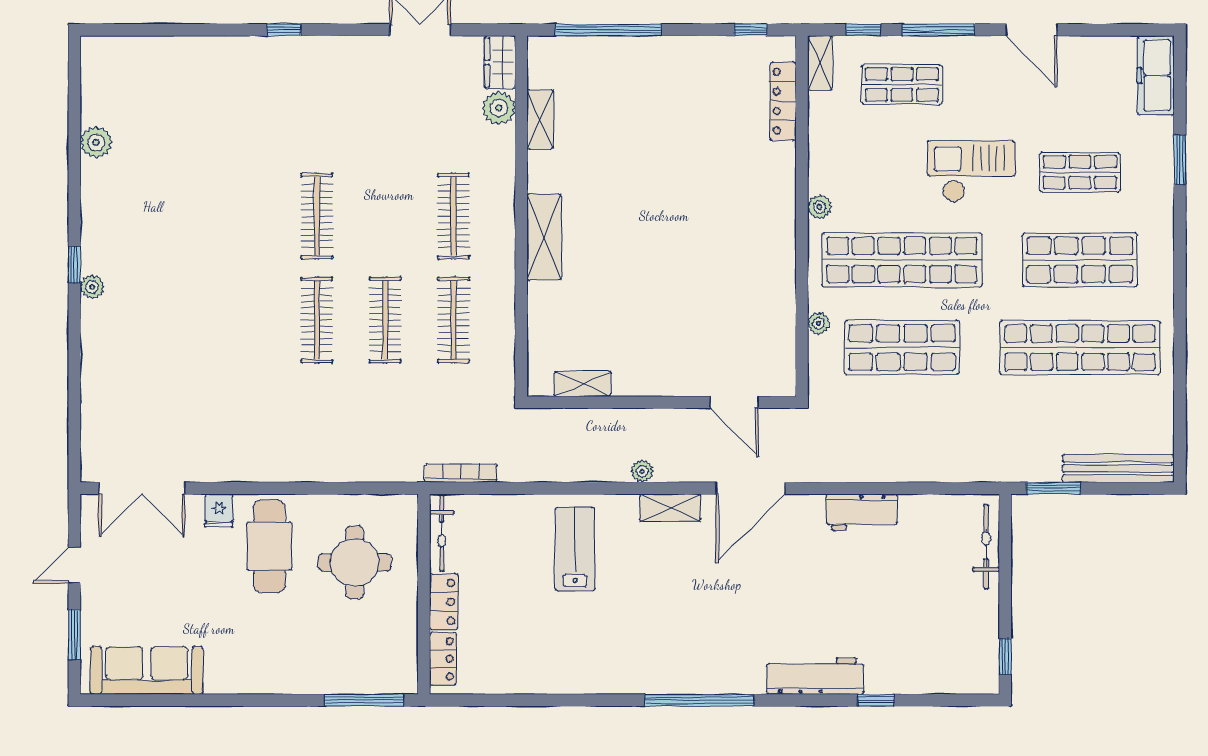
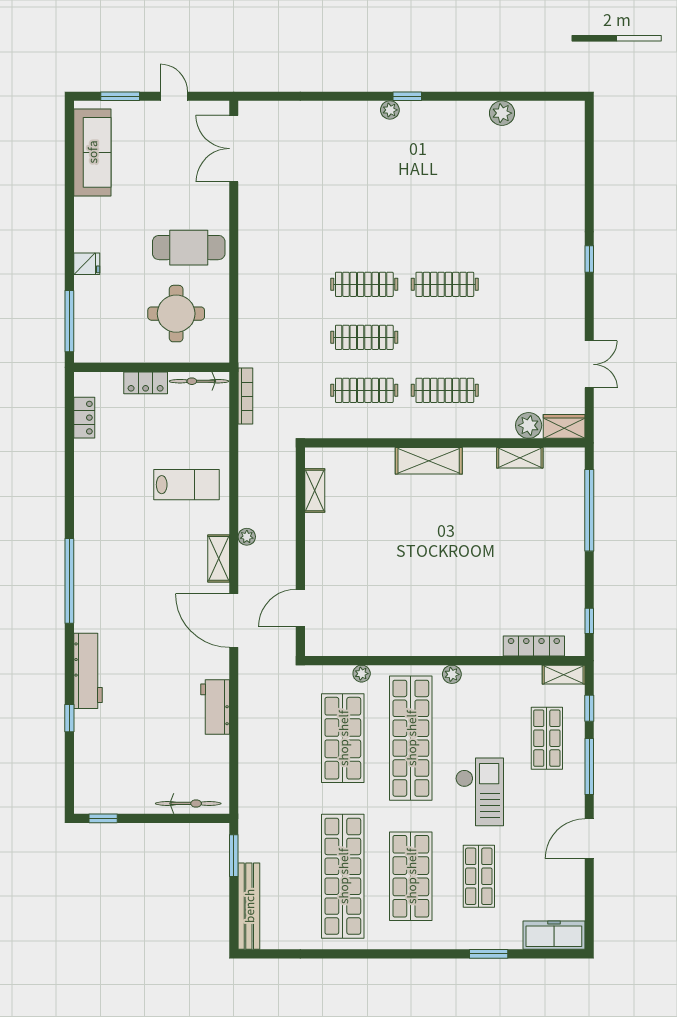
fridge: (219, 511) -> (87, 264), moved, turned 180
locker: (443, 659) -> (84, 418), moved, turned -90

